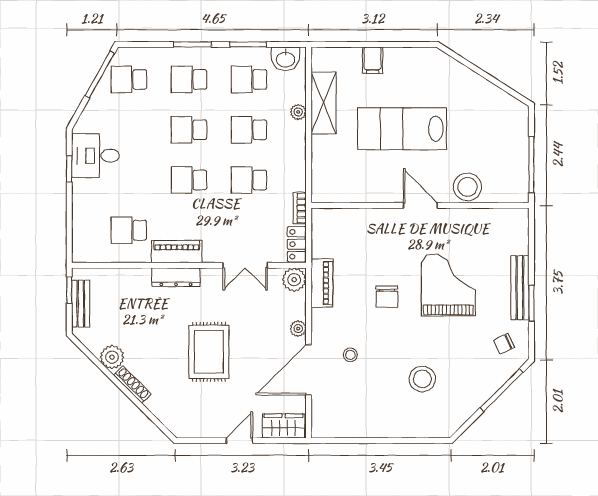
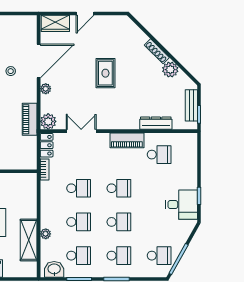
dresser: (176, 277) -> (156, 123), moved
rug: (209, 352) -> (105, 73), width x0.73, depth x0.70

